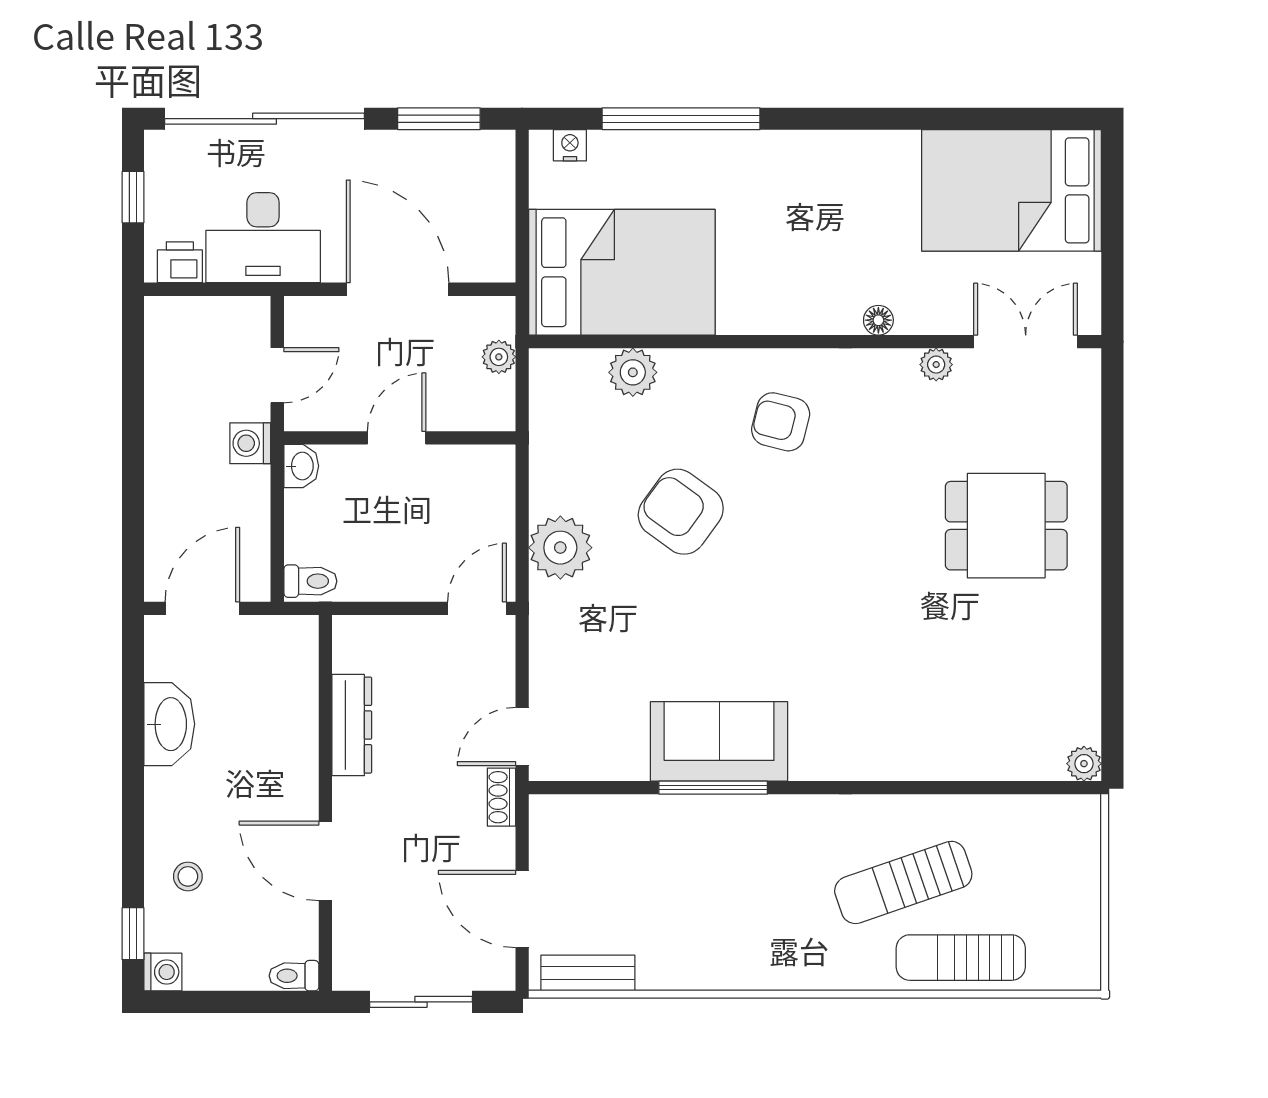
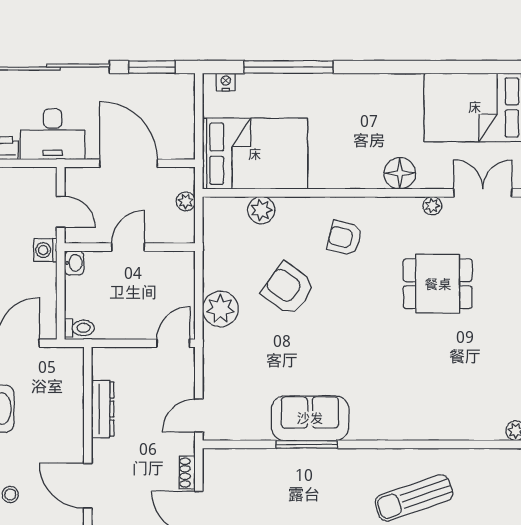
floor lamp: (878, 320) -> (400, 173), width x1.89, depth x1.89
door: (277, 375) -> (61, 212), hinge flipped
dining table: (1006, 526) -> (438, 284), moved
shoe rack: (501, 797) -> (187, 473), moved

